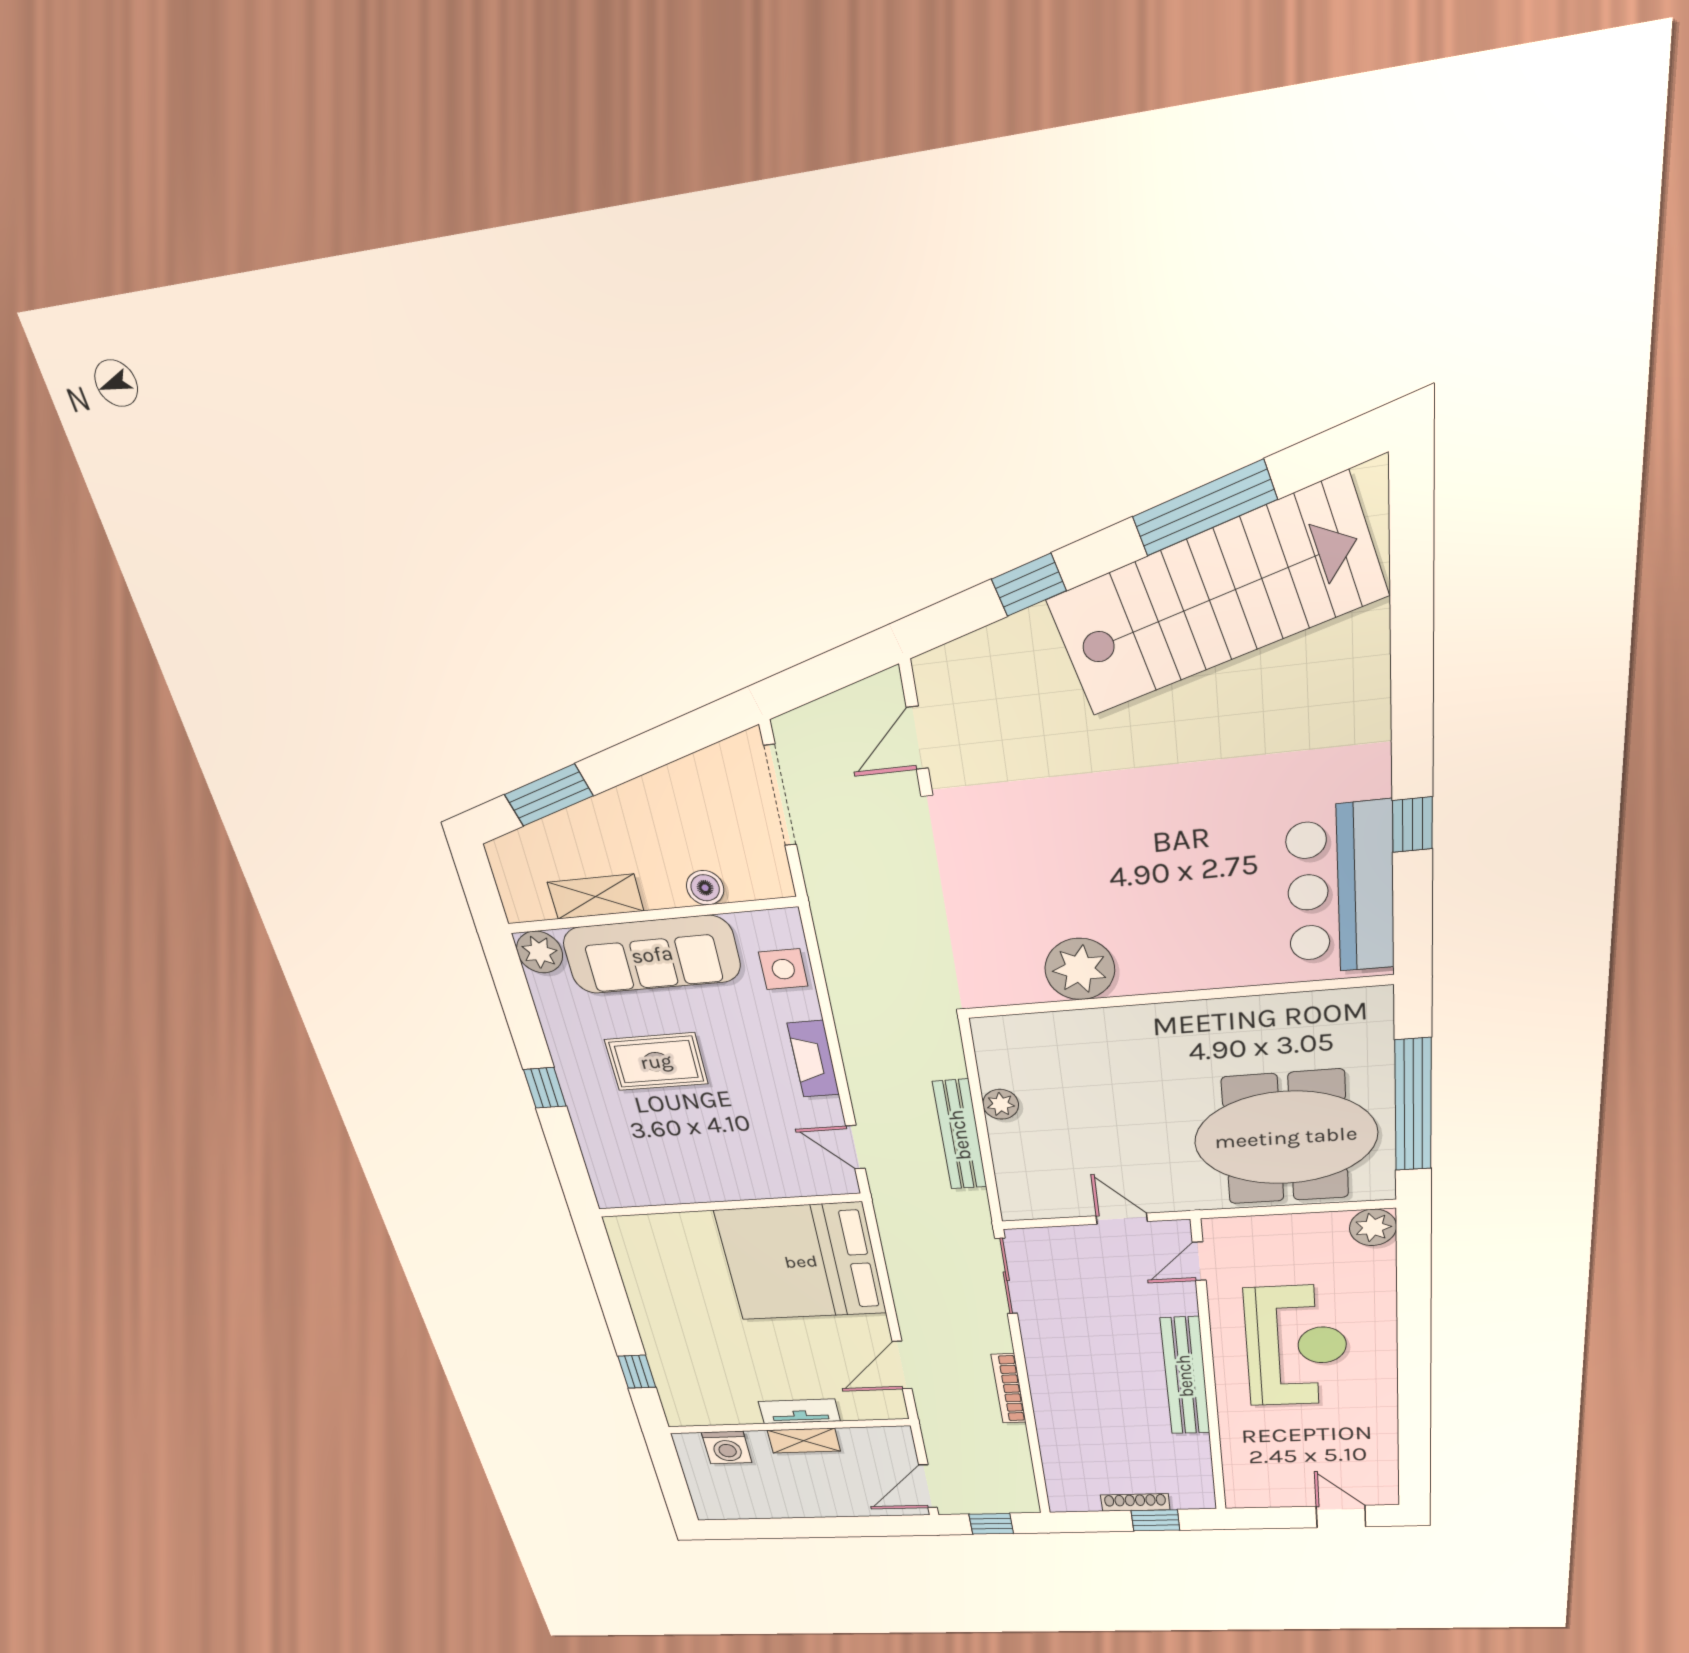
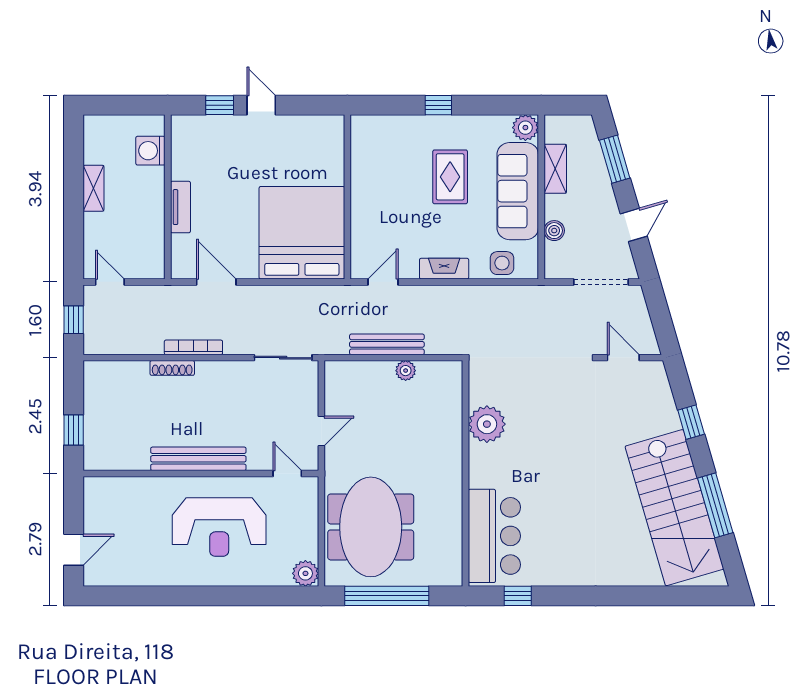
door: (660, 747) -> (634, 225), added
window: (1412, 825) -> (518, 596), moved
bar counter: (1340, 889) -> (494, 536), moved, turned 90
door: (621, 1322) -> (261, 105), added
shelving: (804, 1441) -> (93, 188), moved
door: (928, 1486) -> (110, 282), width x0.73
shoe rack: (1135, 1502) -> (172, 368), moved, turned 90

